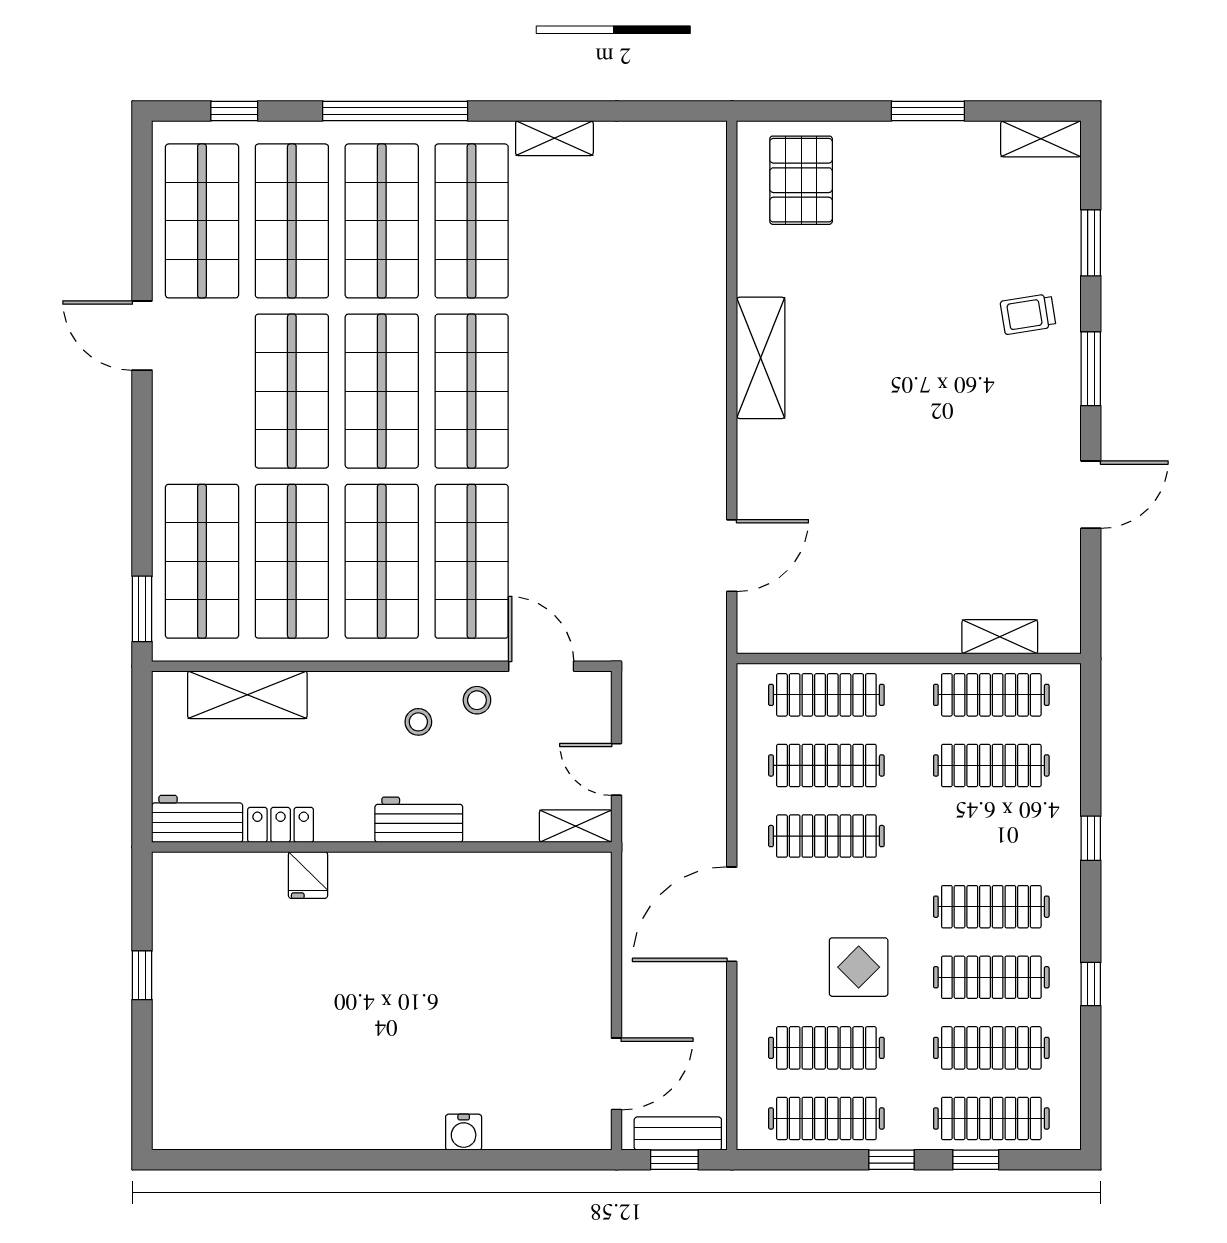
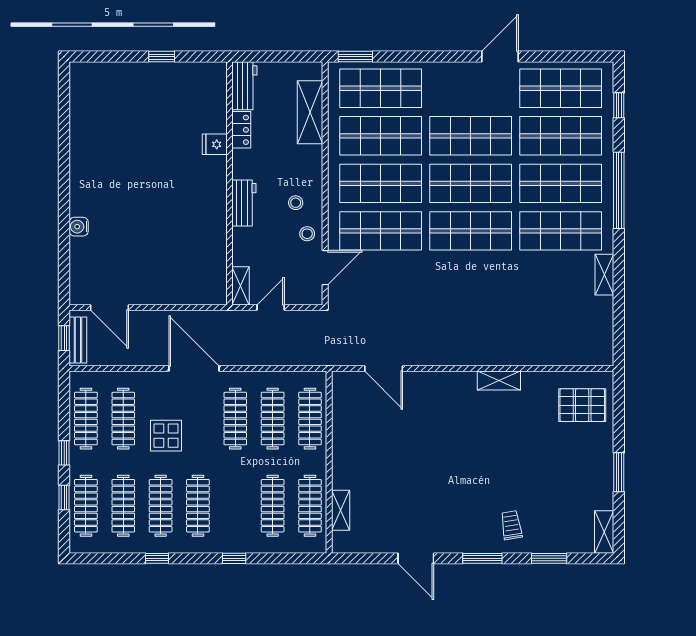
shelving: (761, 358) -> (499, 381), width x0.67, depth x0.75

